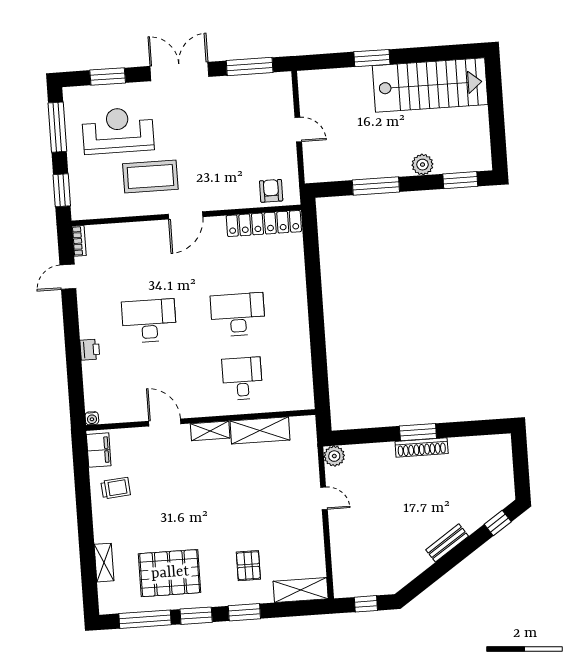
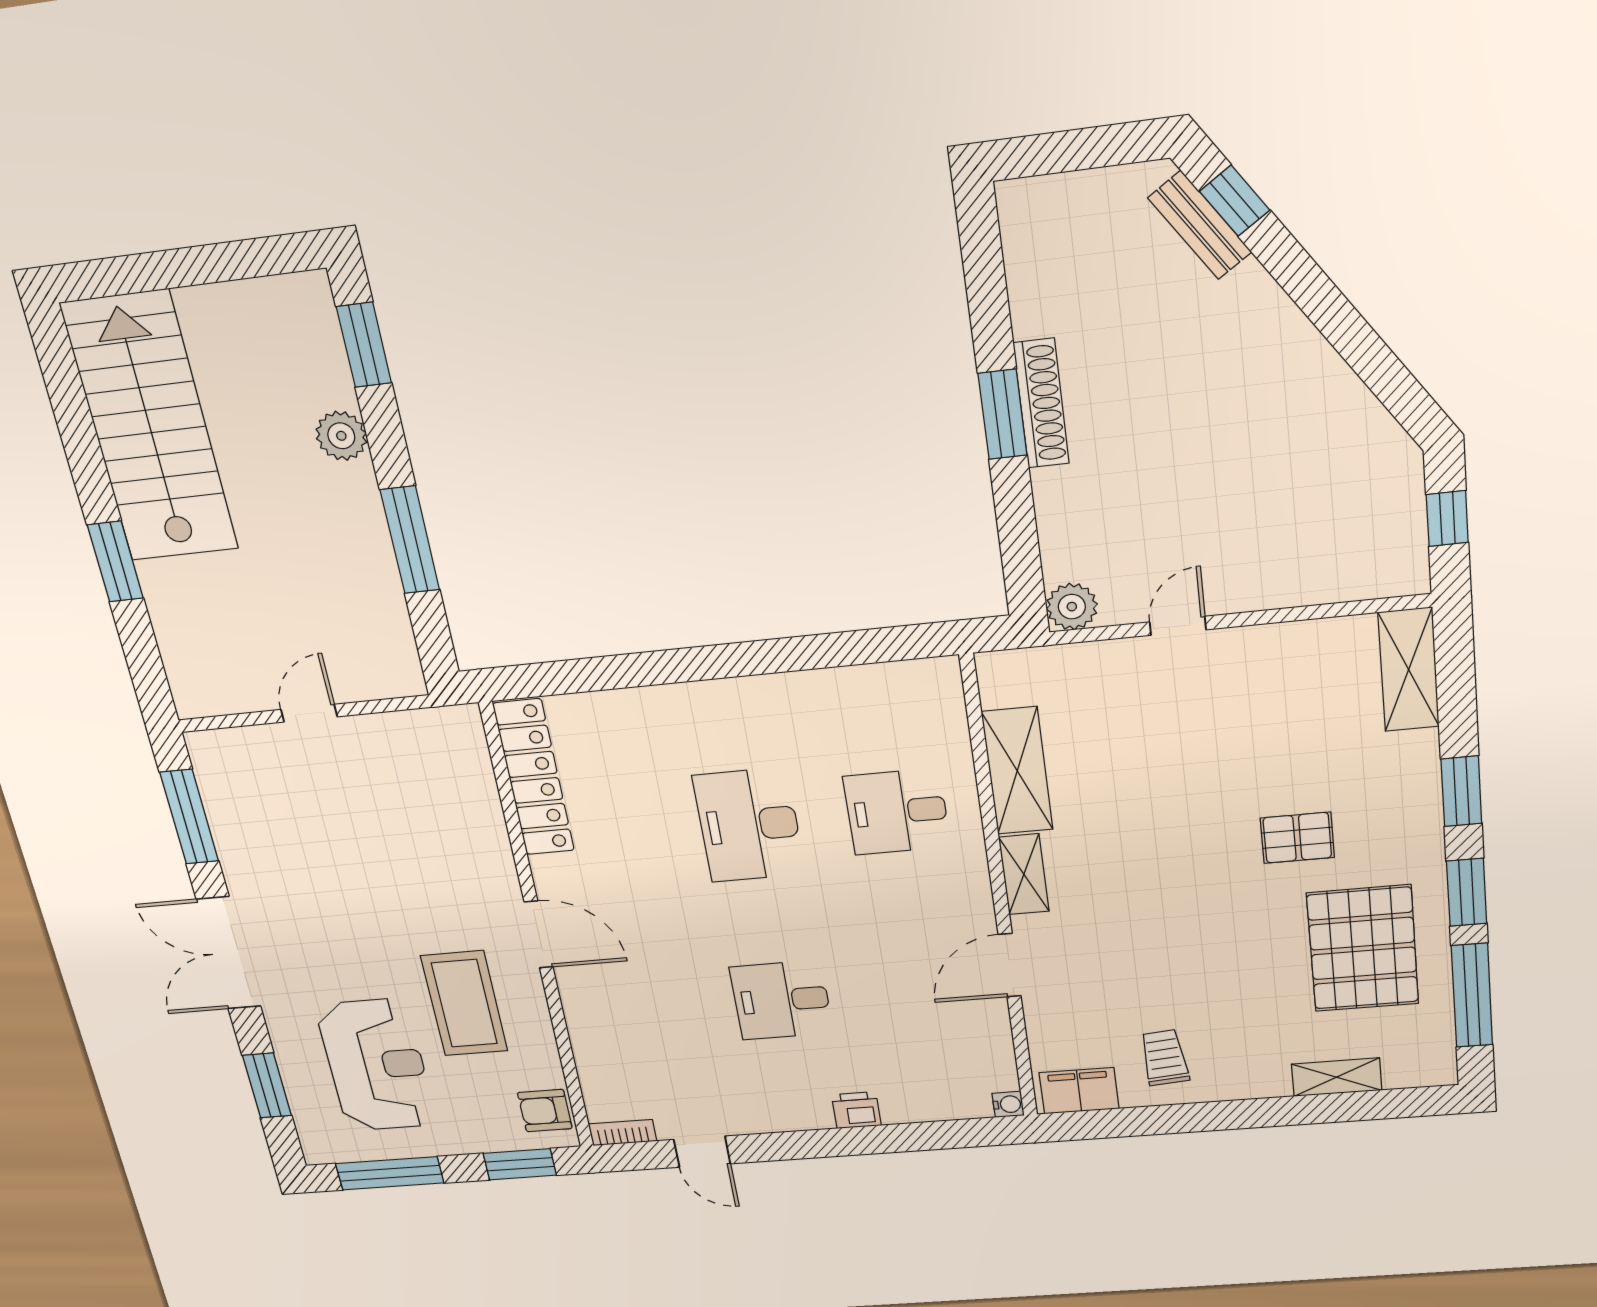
reception desk: (118, 130) -> (376, 1065), turned 180
armchair: (271, 191) -> (545, 1111), moved
desk: (149, 321) -> (781, 1000), width x0.73
bench: (447, 543) -> (1200, 225), moved
pallet: (248, 566) -> (1297, 838), moved

